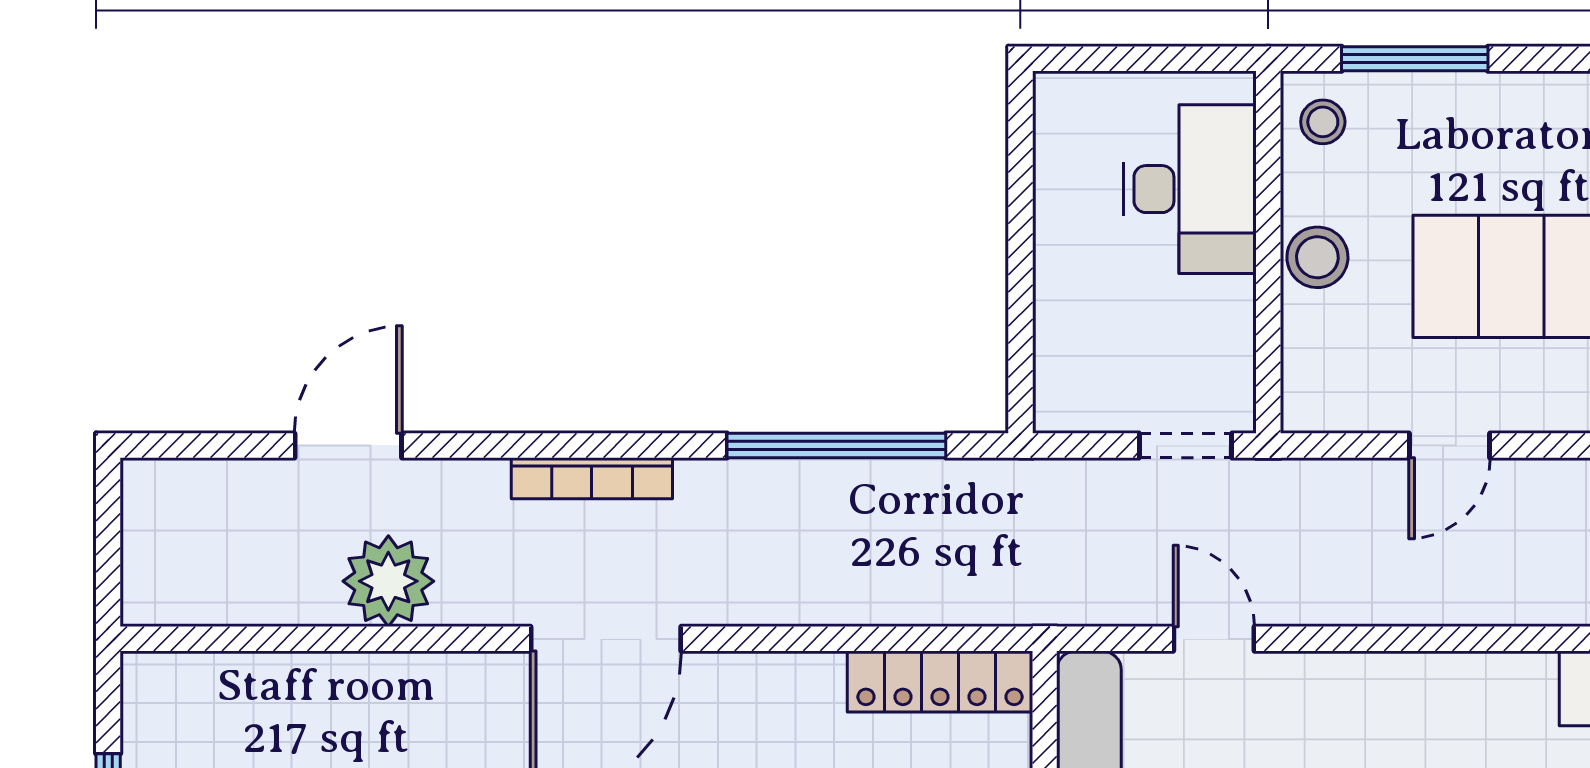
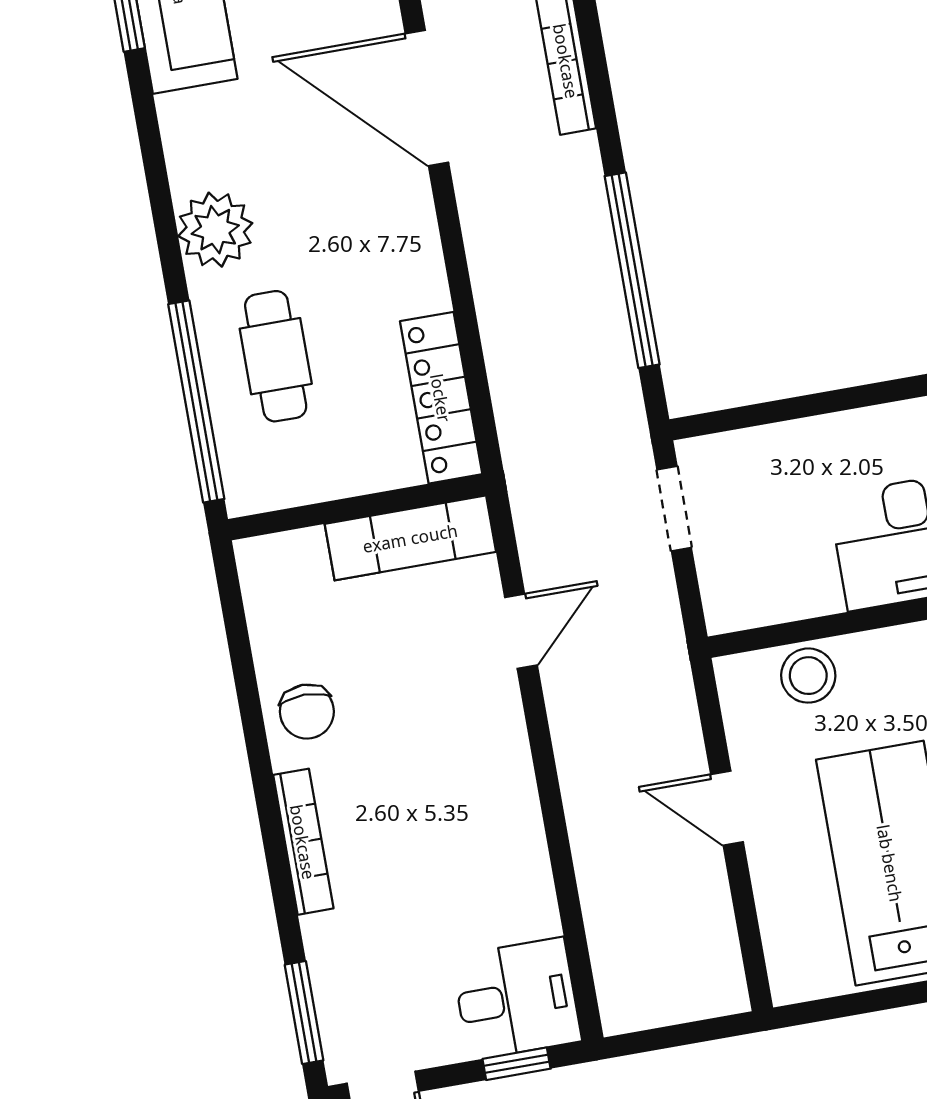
stool: (1317, 257) -> (808, 676), moved
doorway: (1186, 445) -> (674, 509), moved

